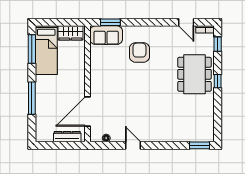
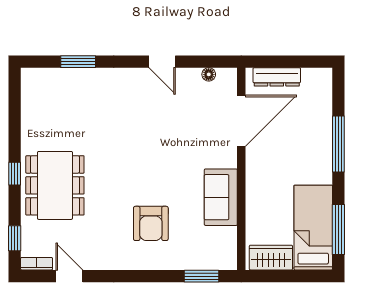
sofa: (106, 35) -> (221, 197), moved, turned -90
window: (199, 145) -> (78, 62), moved

